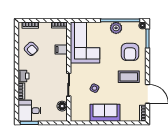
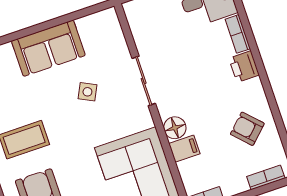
floor lamp: (62, 106) -> (175, 128), moved

